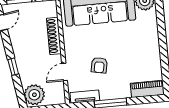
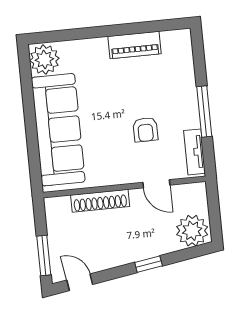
armchair: (99, 65) -> (145, 130), turned 79
piano: (147, 89) -> (135, 45), moved, turned -90

